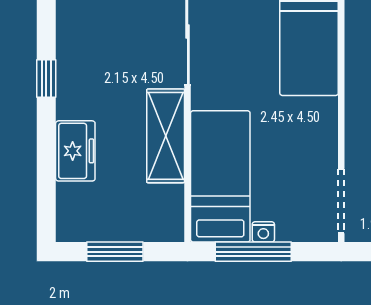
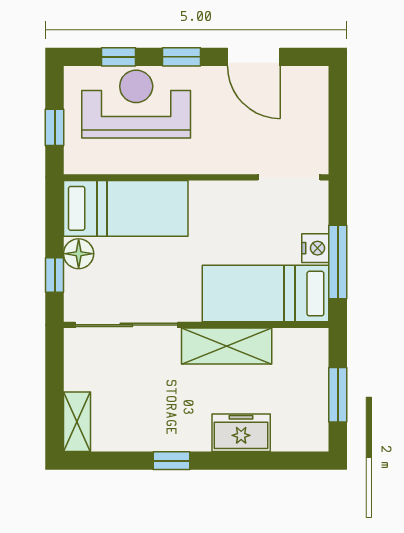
nightstand: (263, 232) -> (315, 248), width x1.39, depth x1.35

